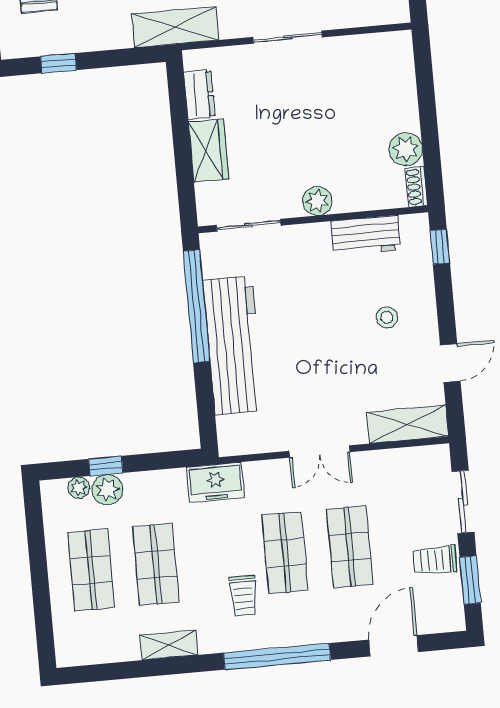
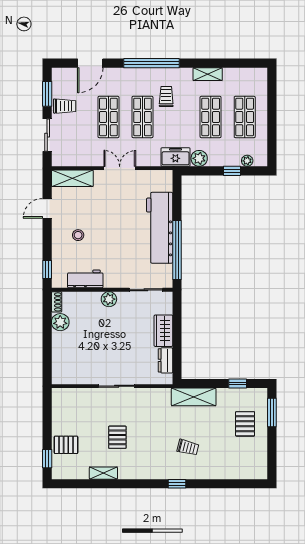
shelving: (175, 27) -> (194, 397), moved
plant: (107, 490) -> (199, 158), moved

